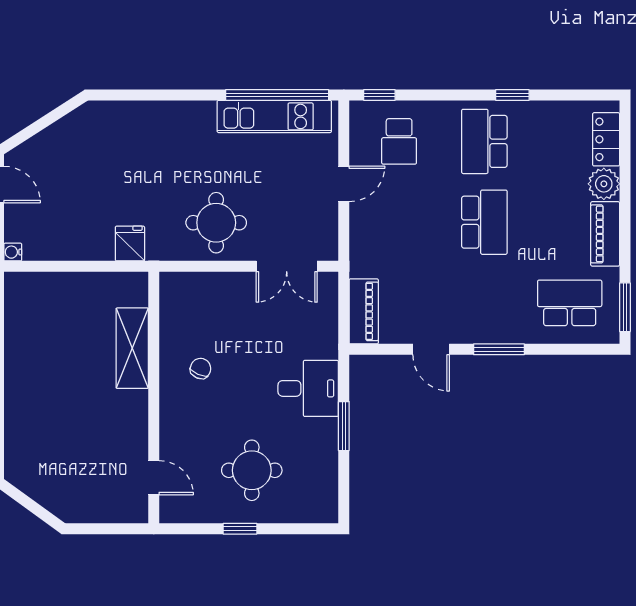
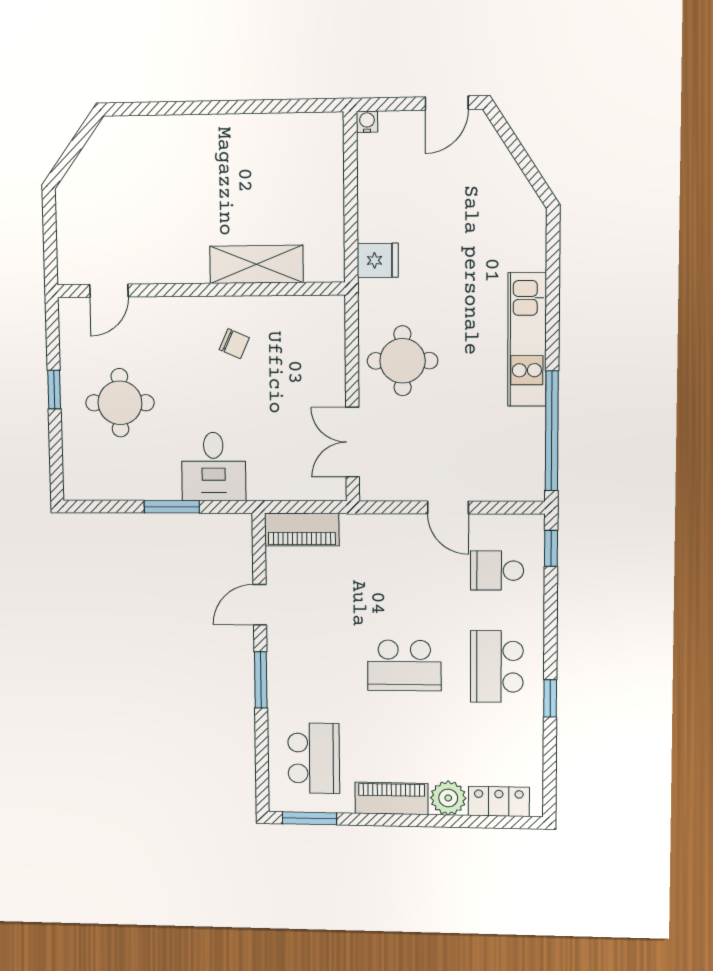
kitchen unit: (274, 116) -> (527, 340), moved
school desk: (484, 141) -> (497, 667), turned -90

